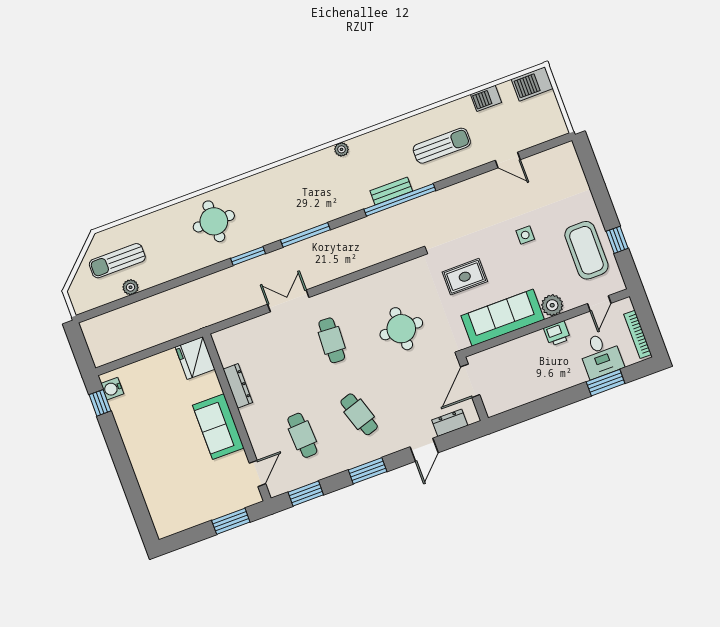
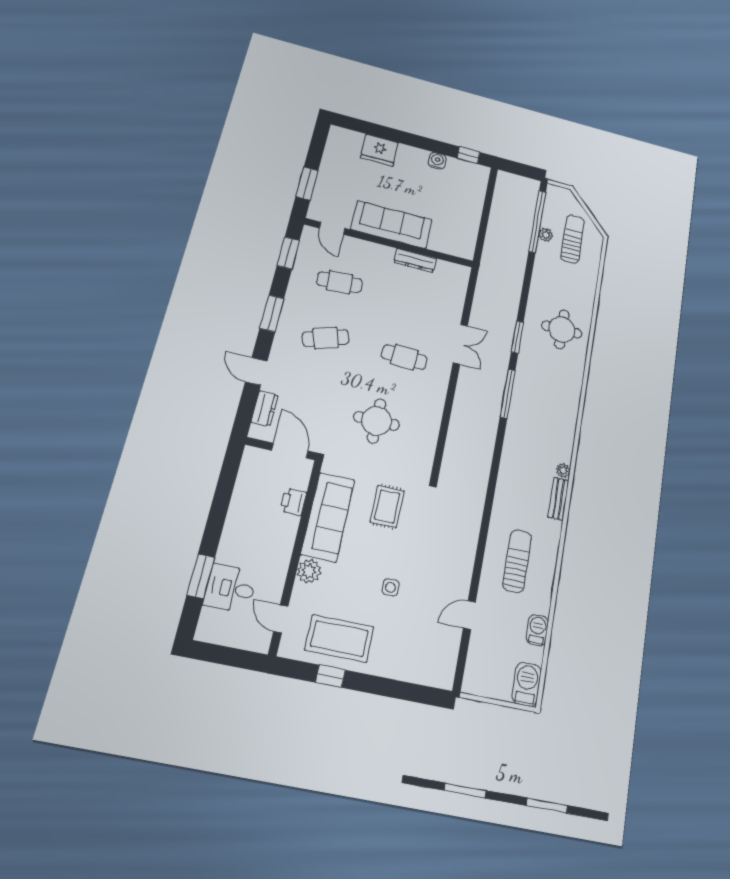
sun lounger: (442, 146) -> (517, 561), turned 180
bench: (391, 191) -> (558, 499), moved
window: (400, 200) -> (537, 221), moved
printer: (557, 334) -> (293, 502), moved
bookcase: (638, 334) -> (225, 639), removed
fridge: (195, 358) -> (379, 150), moved, turned 180
water cooler: (112, 389) -> (437, 161), moved
sofa: (218, 427) -> (391, 225), width x1.36

